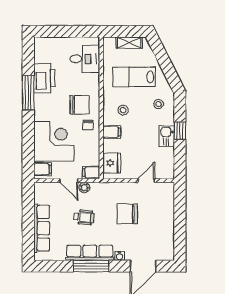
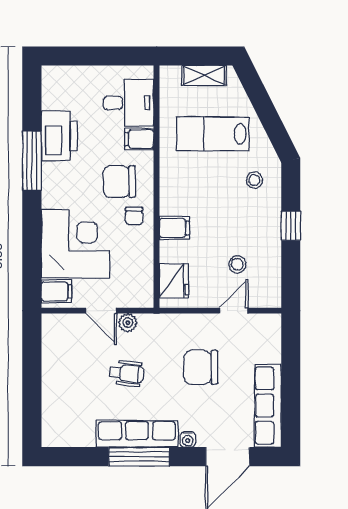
chair: (79, 105) -> (119, 182), turned 180
stool: (123, 110) -> (237, 264), moved
kitchen sink: (167, 136) -> (268, 235), removed
filing cabinet: (91, 172) -> (139, 139), moved
row of seats: (42, 228) -> (268, 406), moved, turned 180

